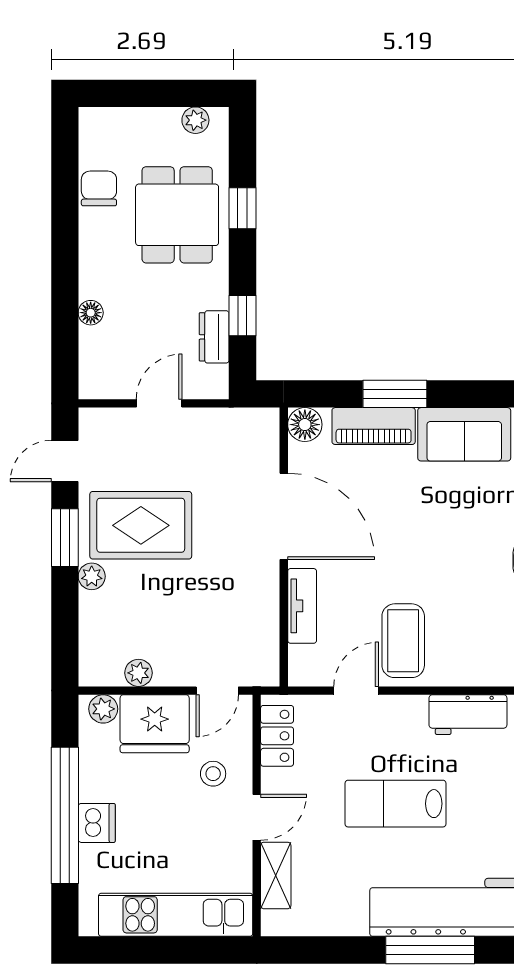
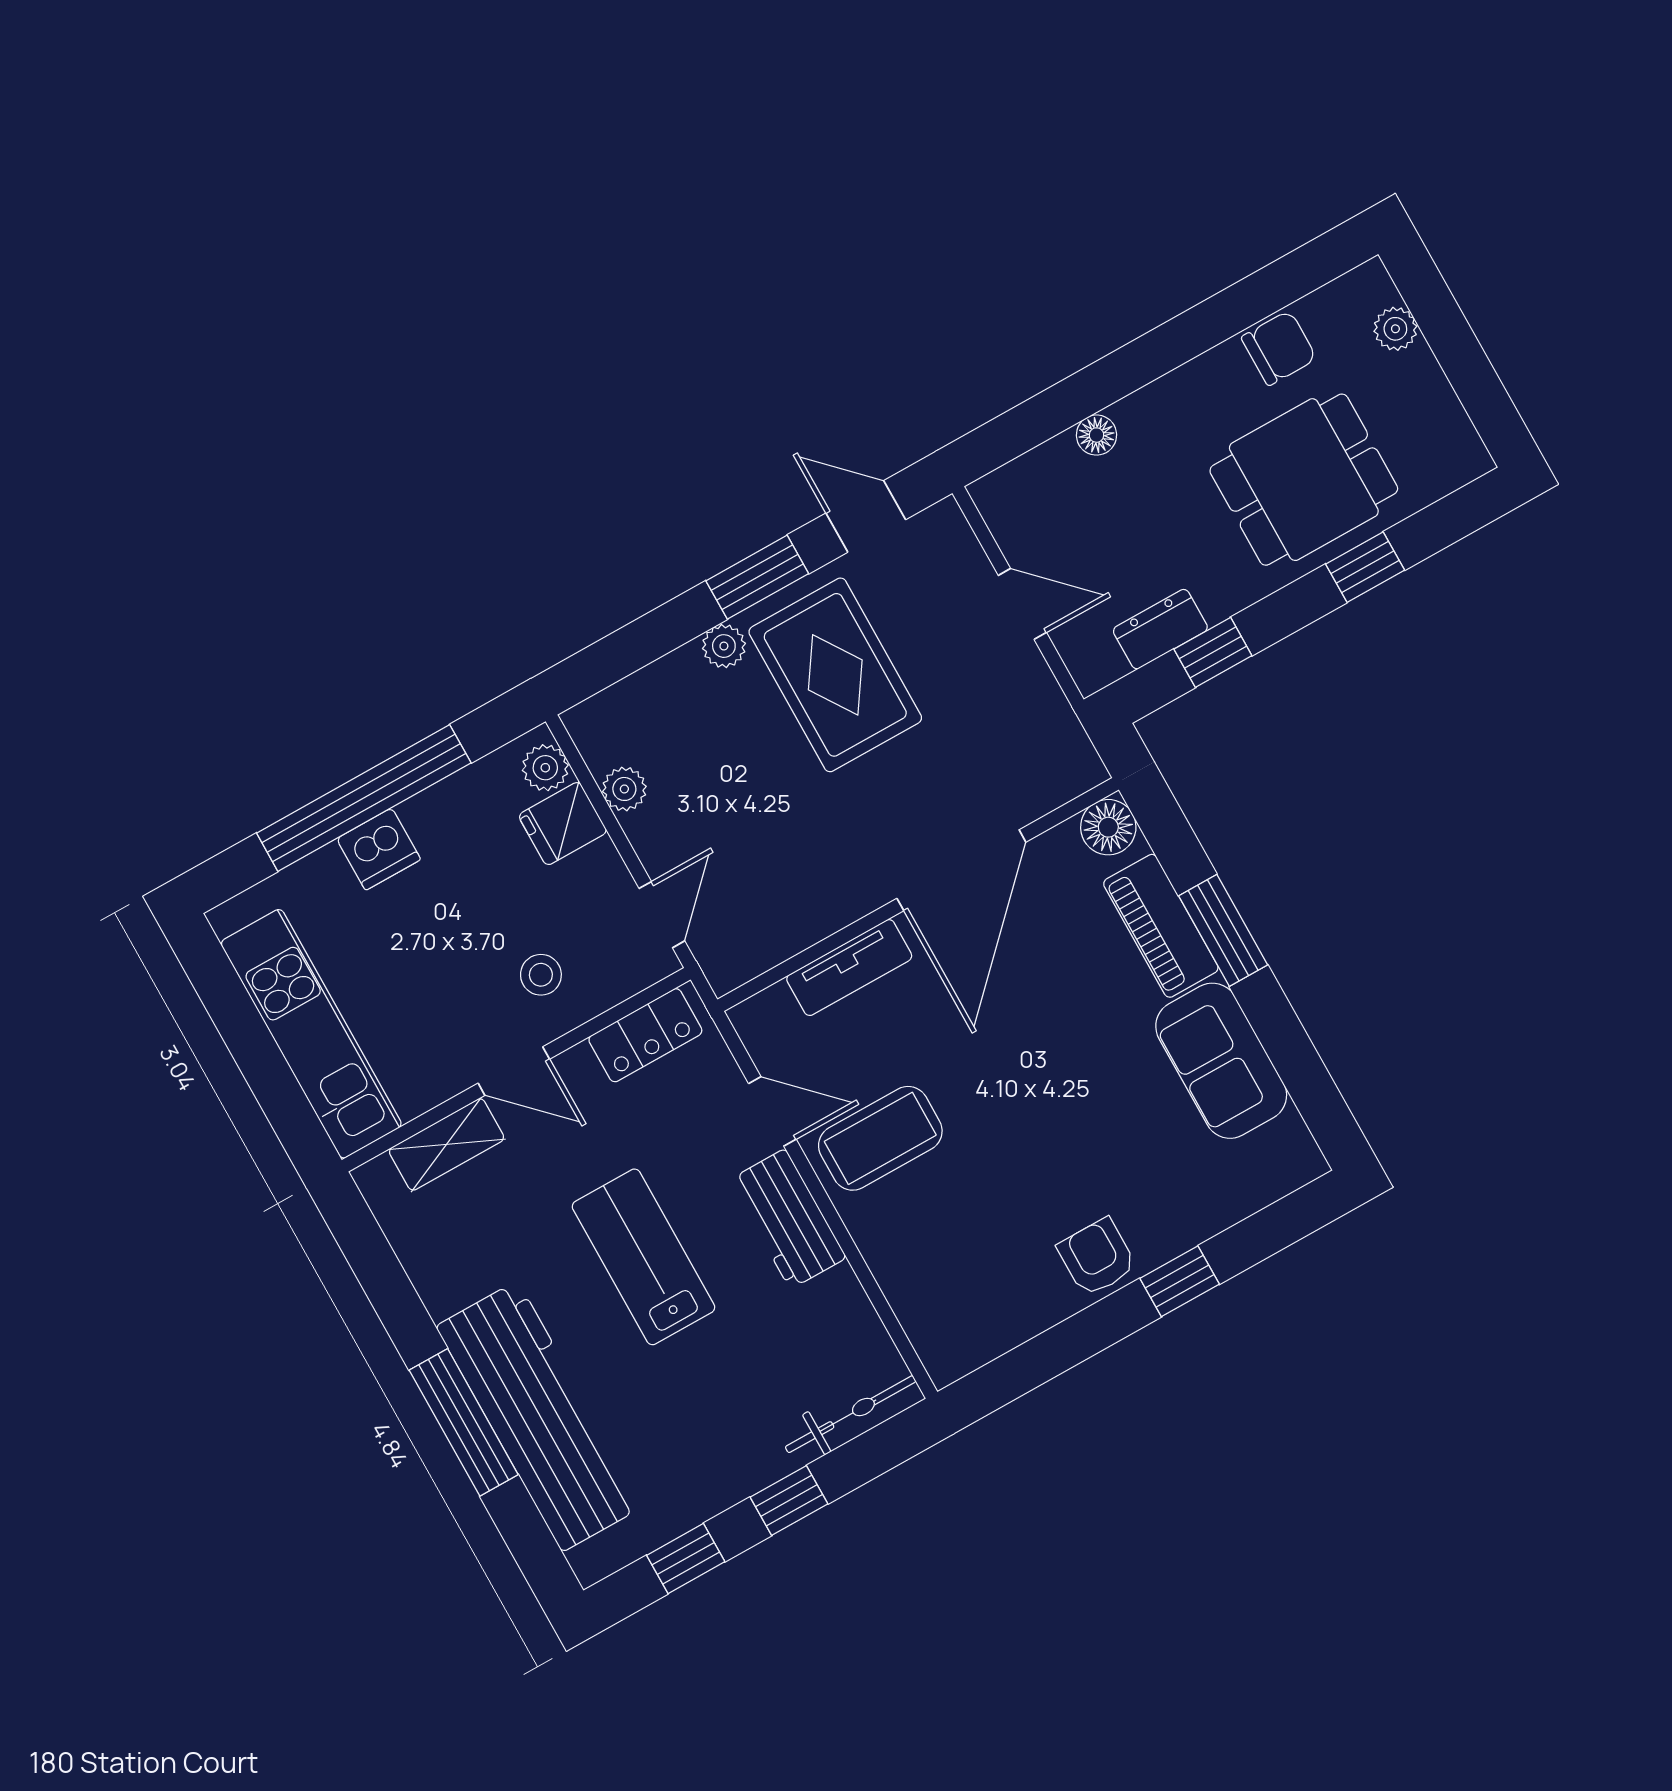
plant: (195, 120) -> (1395, 329), moved
door: (217, 691) -> (662, 915), swing flipped
workbench: (468, 715) -> (788, 1219), moved
fridge: (155, 724) -> (563, 824), width x0.53, depth x0.75

